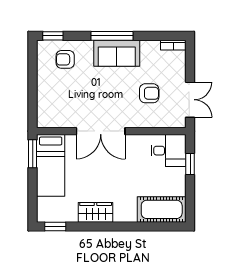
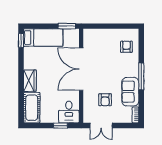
window: (53, 36) -> (141, 39), removed
sofa: (117, 53) -> (130, 92), moved
double door: (101, 131) -> (81, 69), width x1.36
bed: (51, 165) -> (43, 38), moved, turned 180
wardrobe: (96, 212) -> (30, 81), moved

